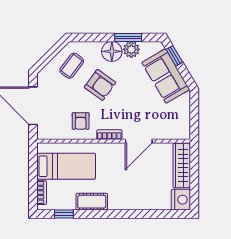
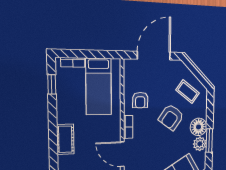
armchair: (81, 121) -> (140, 100), turned -90
cot: (92, 202) -> (65, 139), moved

